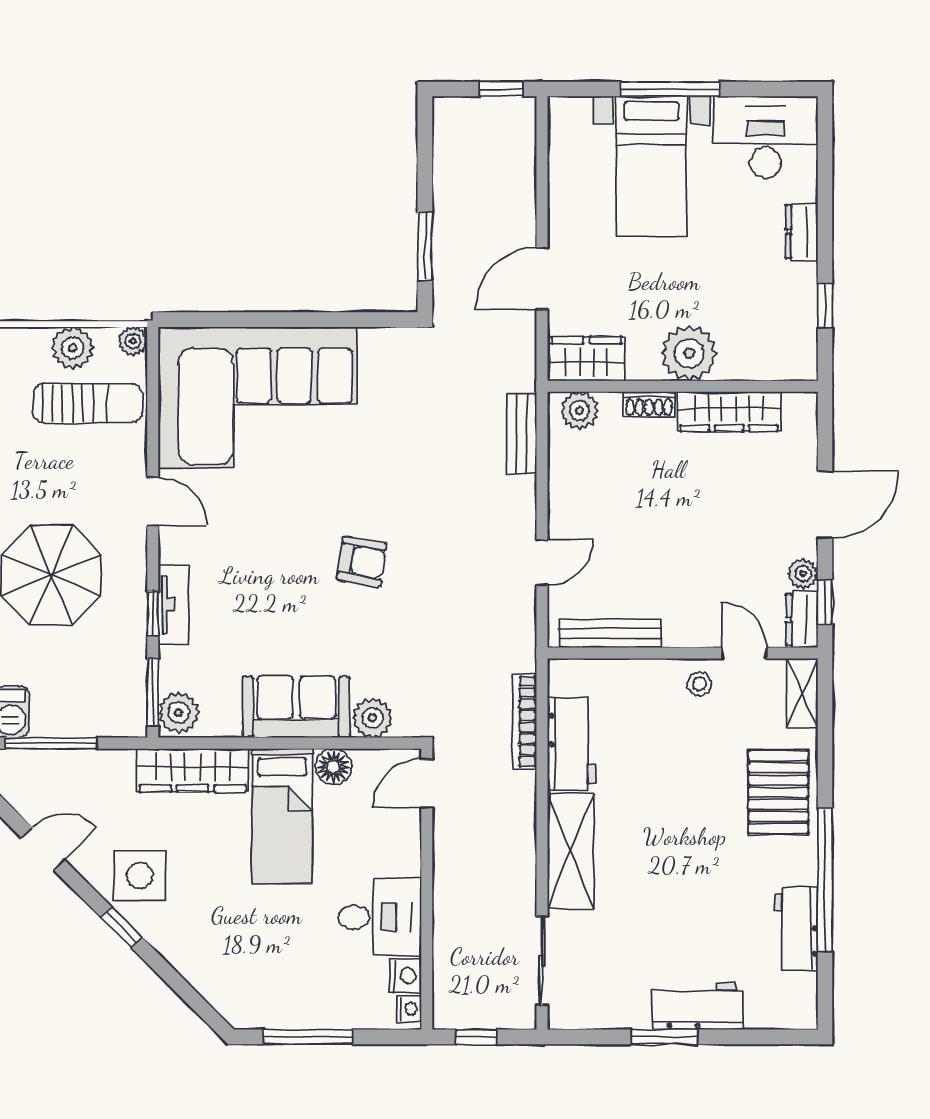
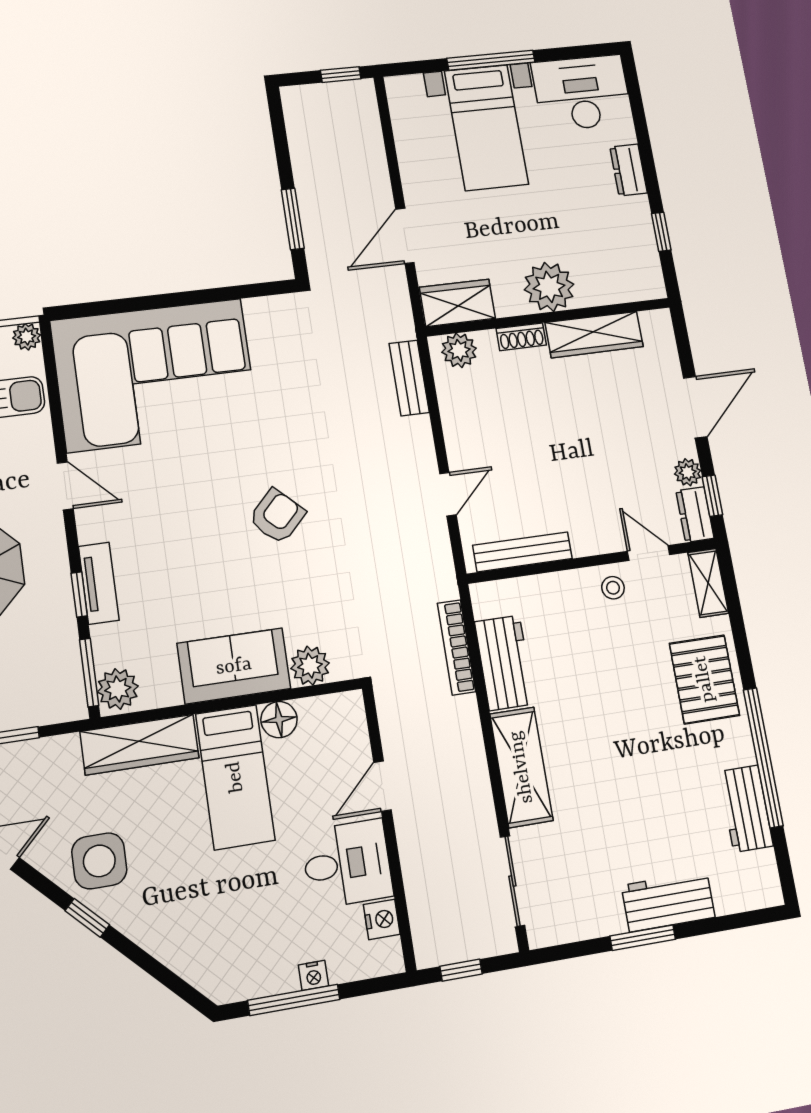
armchair: (362, 561) -> (277, 516), turned -55
door: (427, 784) -> (383, 786), moved
nightstand: (409, 1009) -> (313, 975), moved, turned 90

